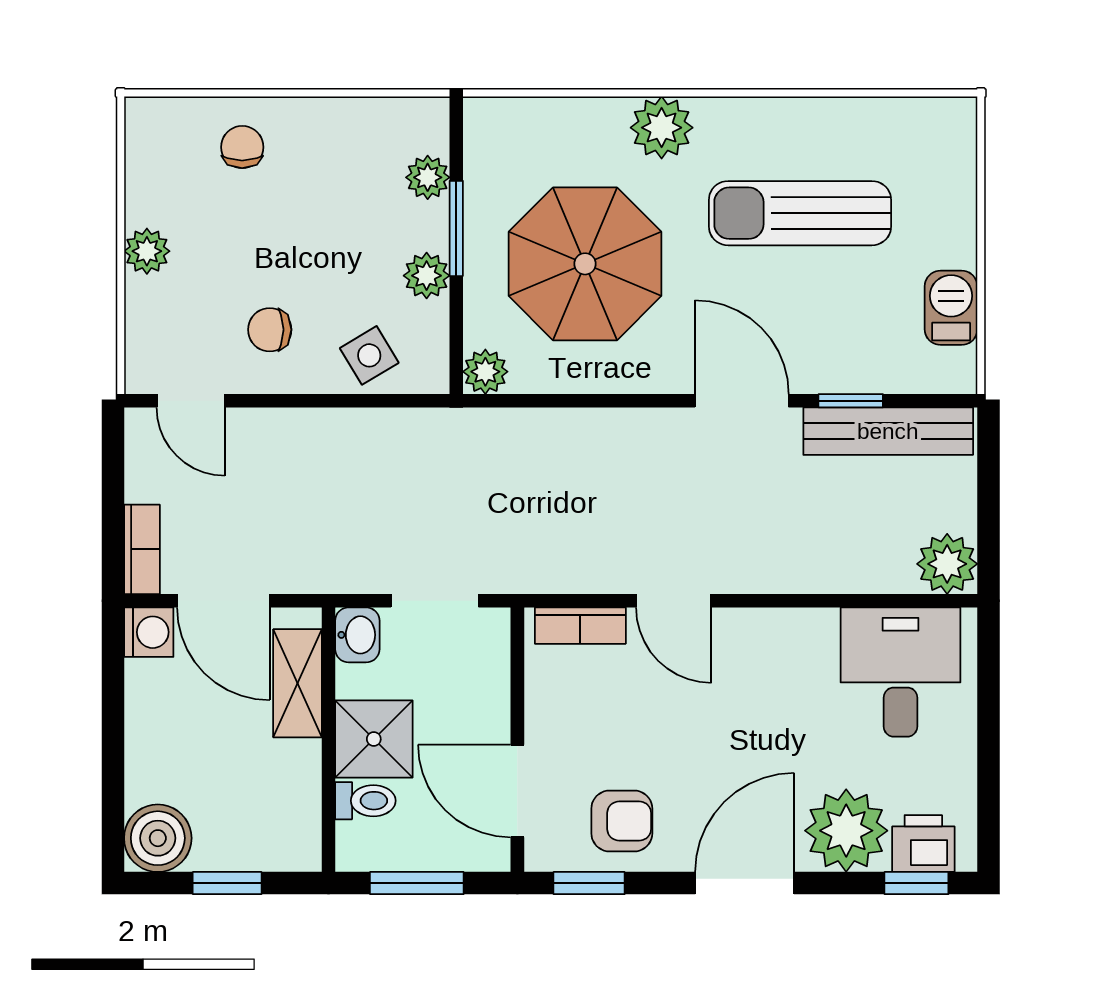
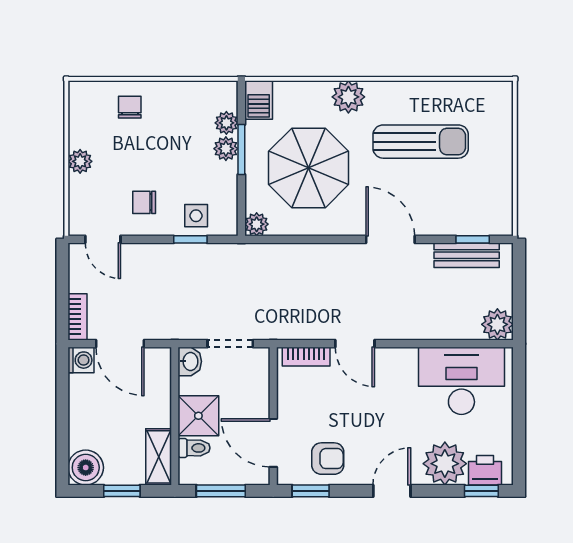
sun lounger: (800, 213) -> (421, 142), turned 180
plant: (427, 276) -> (226, 149), moved
barbecue: (951, 308) -> (259, 100), moved, turned 180
side table: (369, 355) -> (196, 216), turned 31
window: (358, 401) -> (190, 239), added
window: (851, 401) -> (473, 239), moved
bench: (888, 431) -> (467, 255), width x0.73
desk: (901, 672) -> (461, 381), width x1.37
shelving: (297, 683) -> (159, 457), moved
door: (745, 883) -> (392, 491), width x0.73

